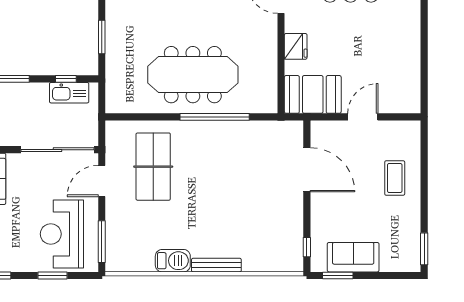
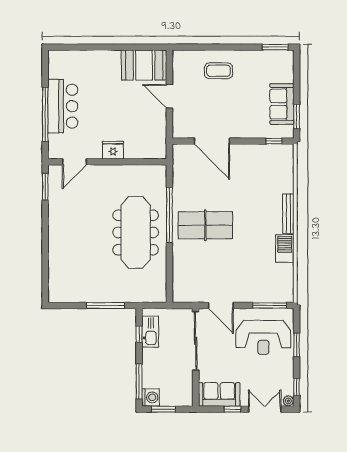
window: (102, 37) -> (106, 306), width x1.44
booth: (313, 94) -> (144, 65), moved, turned 90
table tennis table: (153, 167) -> (205, 225), moved
door: (307, 170) -> (212, 141), swing flipped

